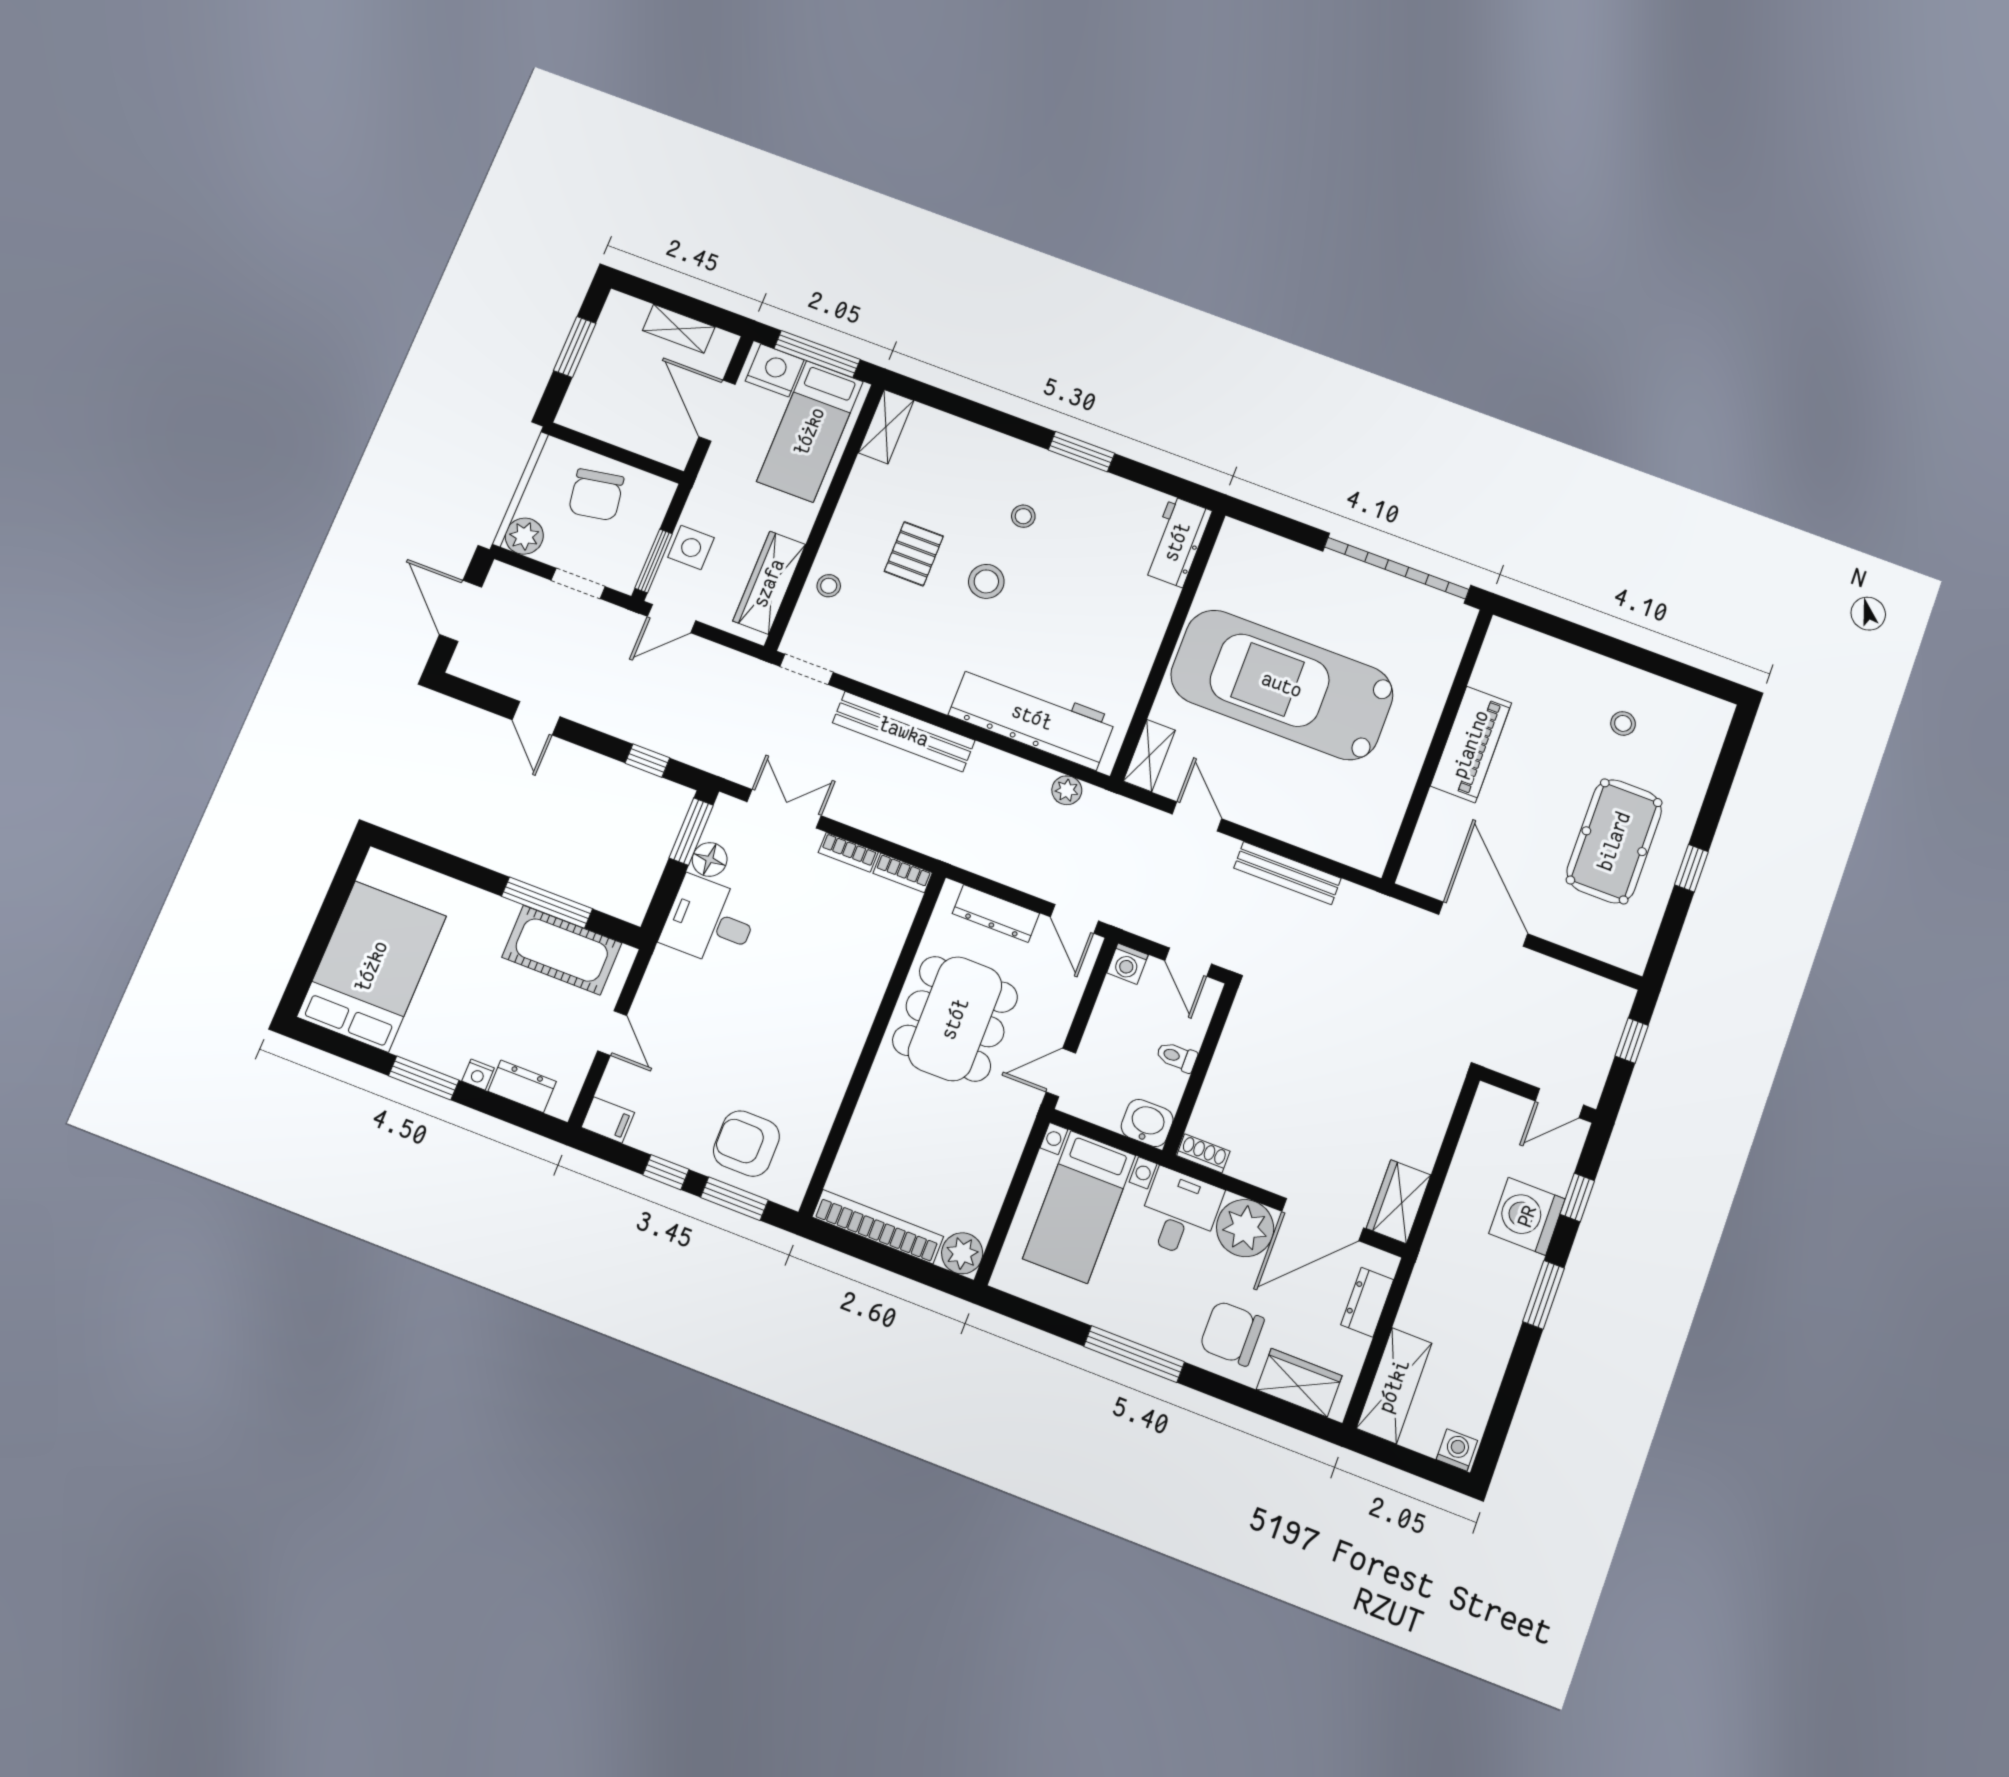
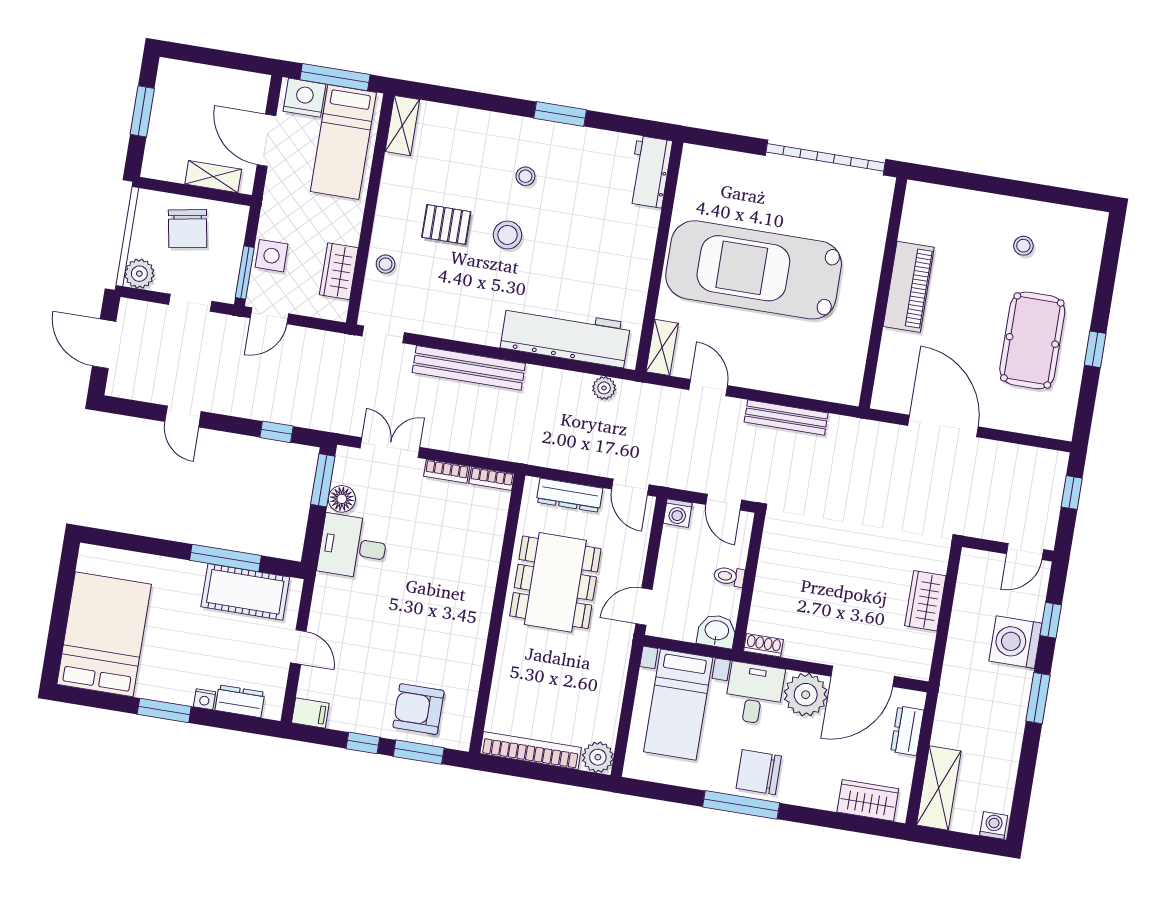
shelving: (679, 329) -> (213, 177), moved
pallet: (914, 554) -> (446, 224), turned 90
wardrobe: (769, 583) -> (339, 271), width x0.67
wardrobe: (1399, 1202) -> (925, 601), moved
chair: (1232, 1333) -> (759, 772), moved

